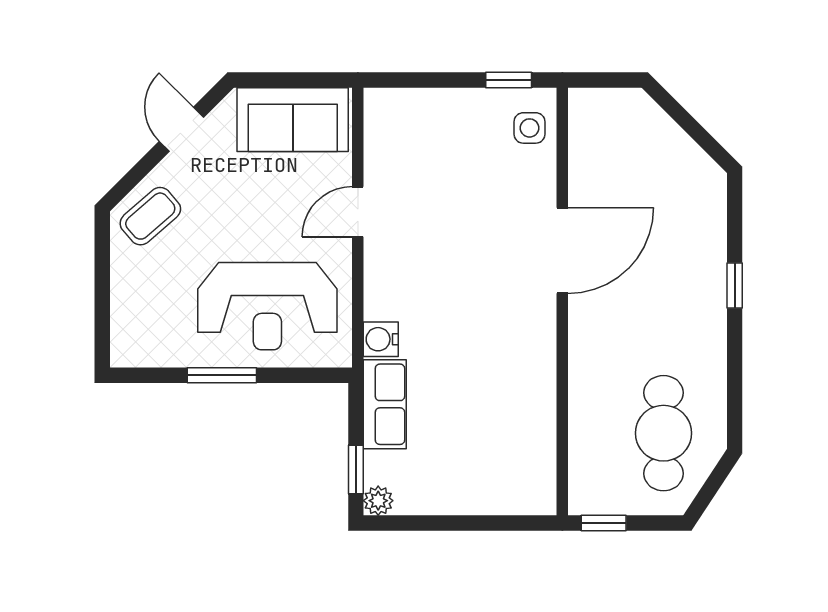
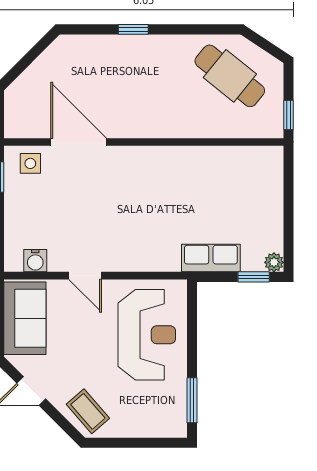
door: (562, 251) -> (79, 142), moved
water cooler: (381, 339) -> (35, 261), moved
window: (222, 375) -> (192, 400), moved
cafe table: (663, 433) -> (230, 76), turned 39

